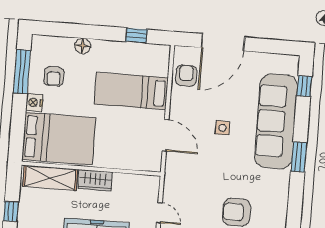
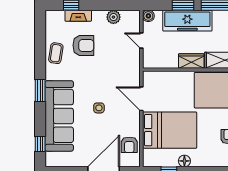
floor lamp: (83, 46) -> (184, 161), moved
bed: (131, 91) -> (170, 130), width x1.50
coffee table: (274, 205) -> (56, 53), added

